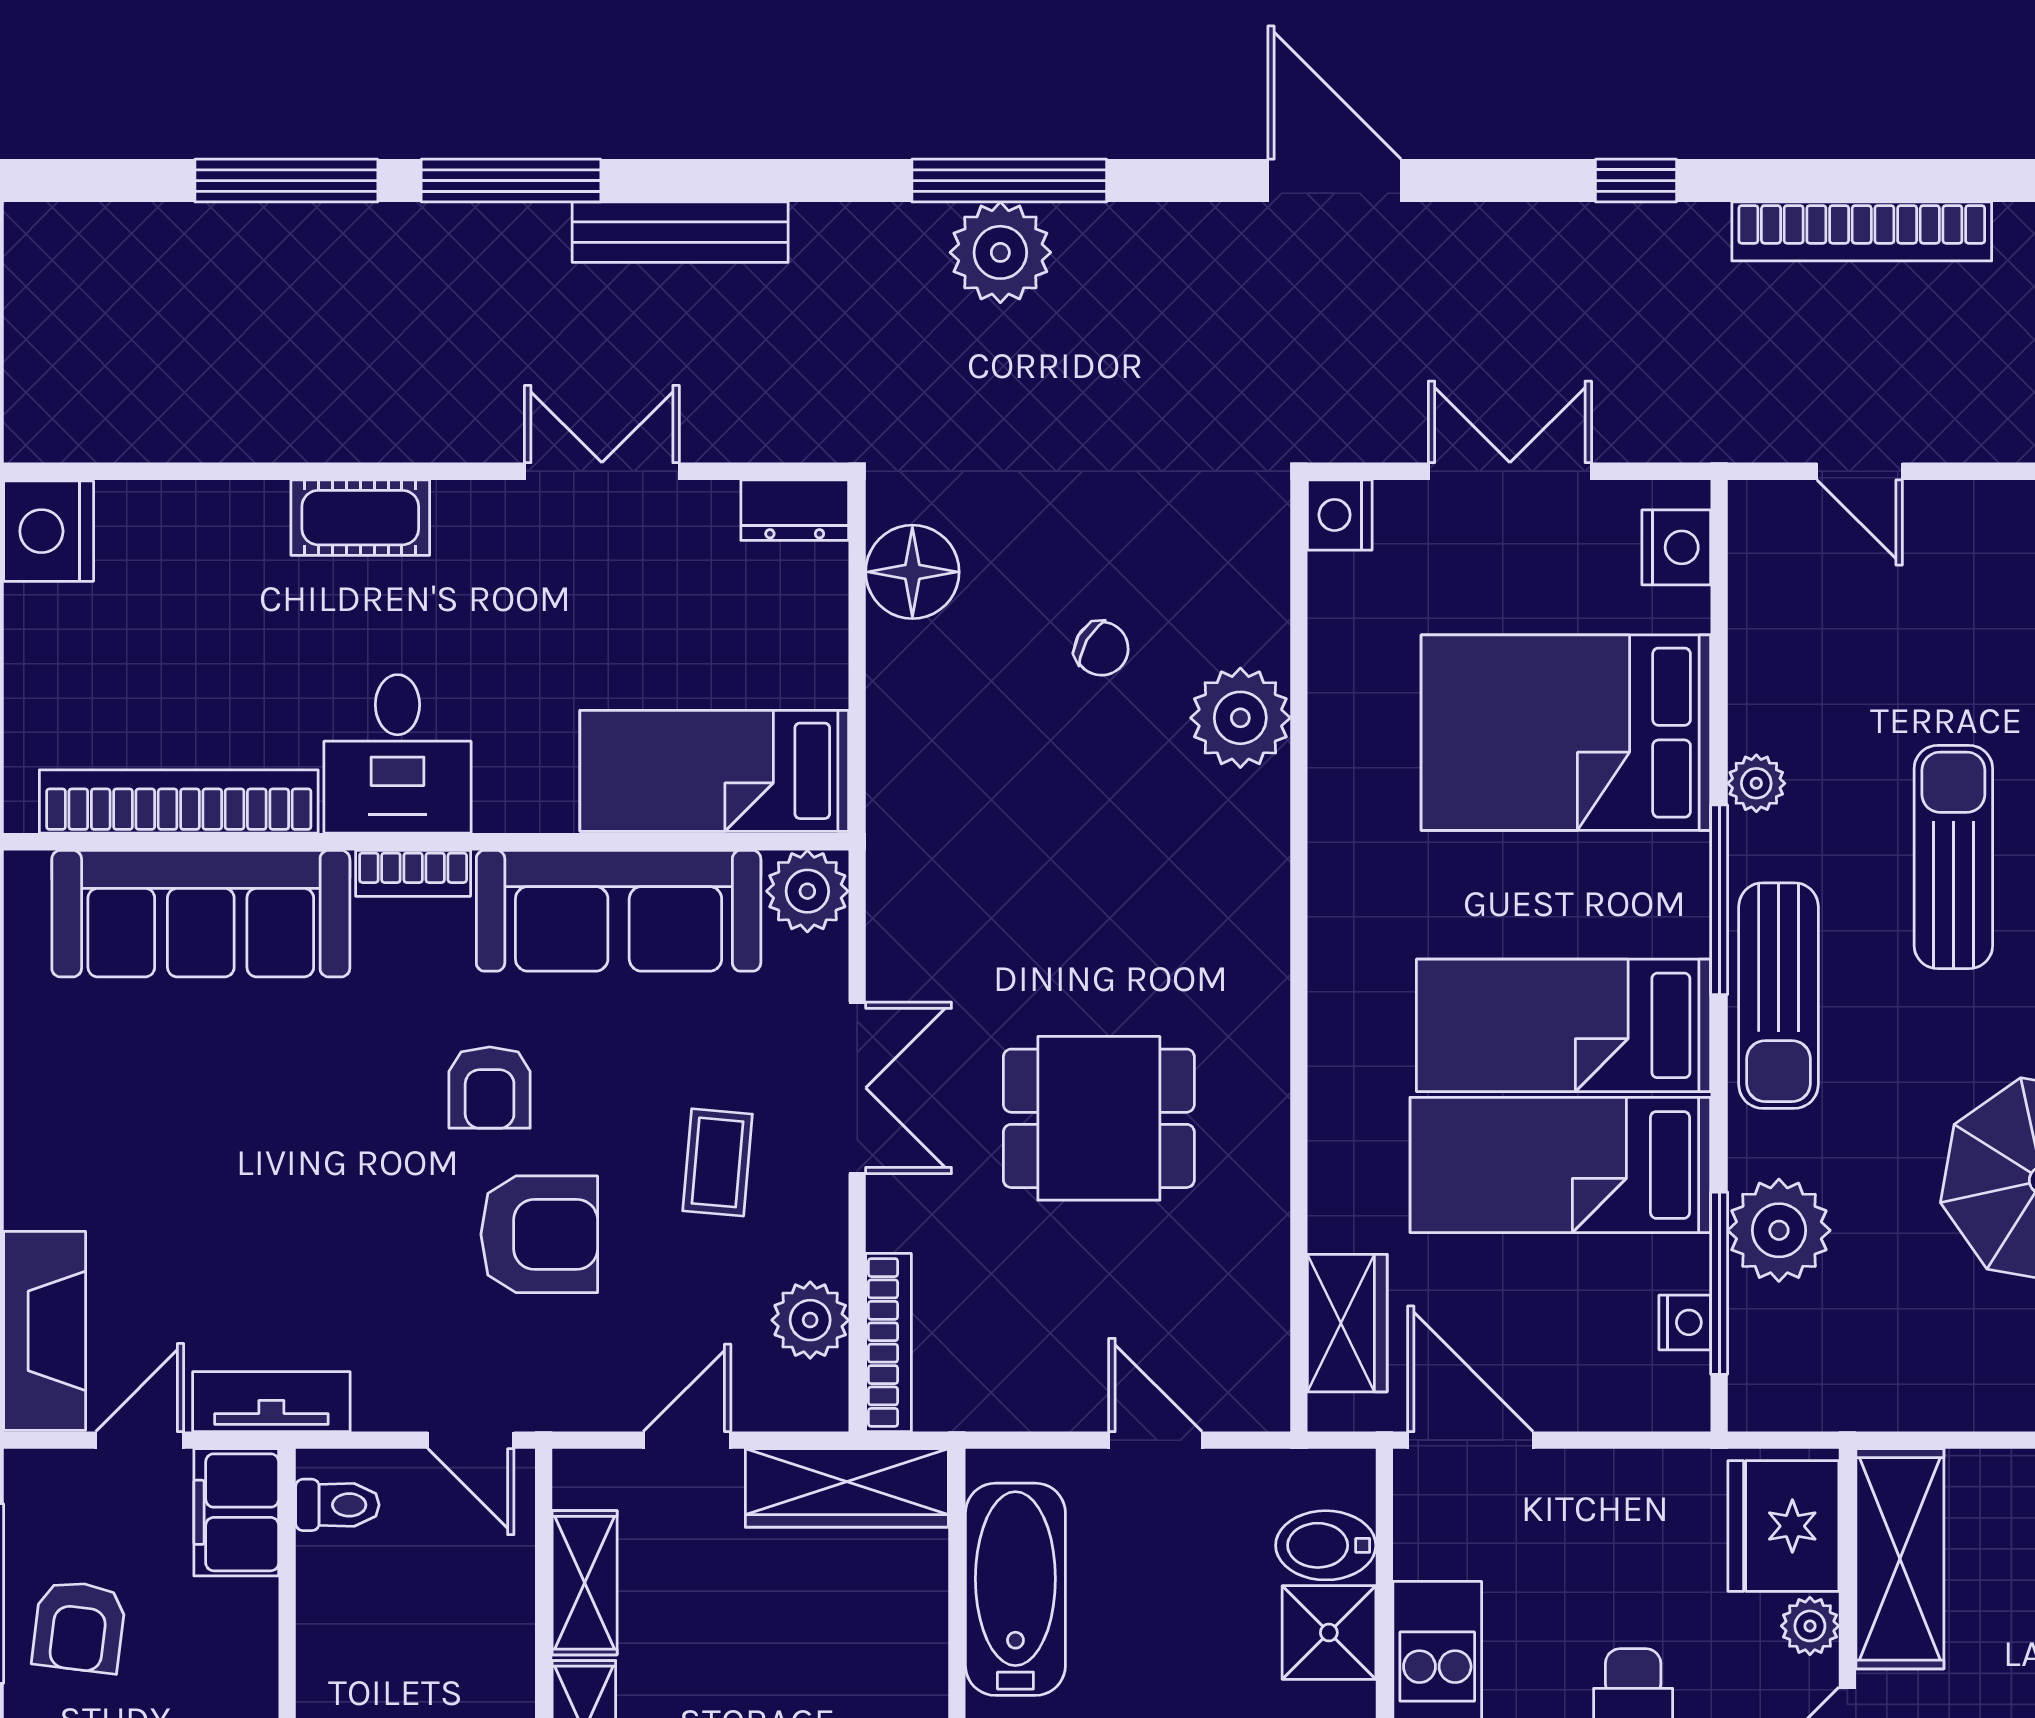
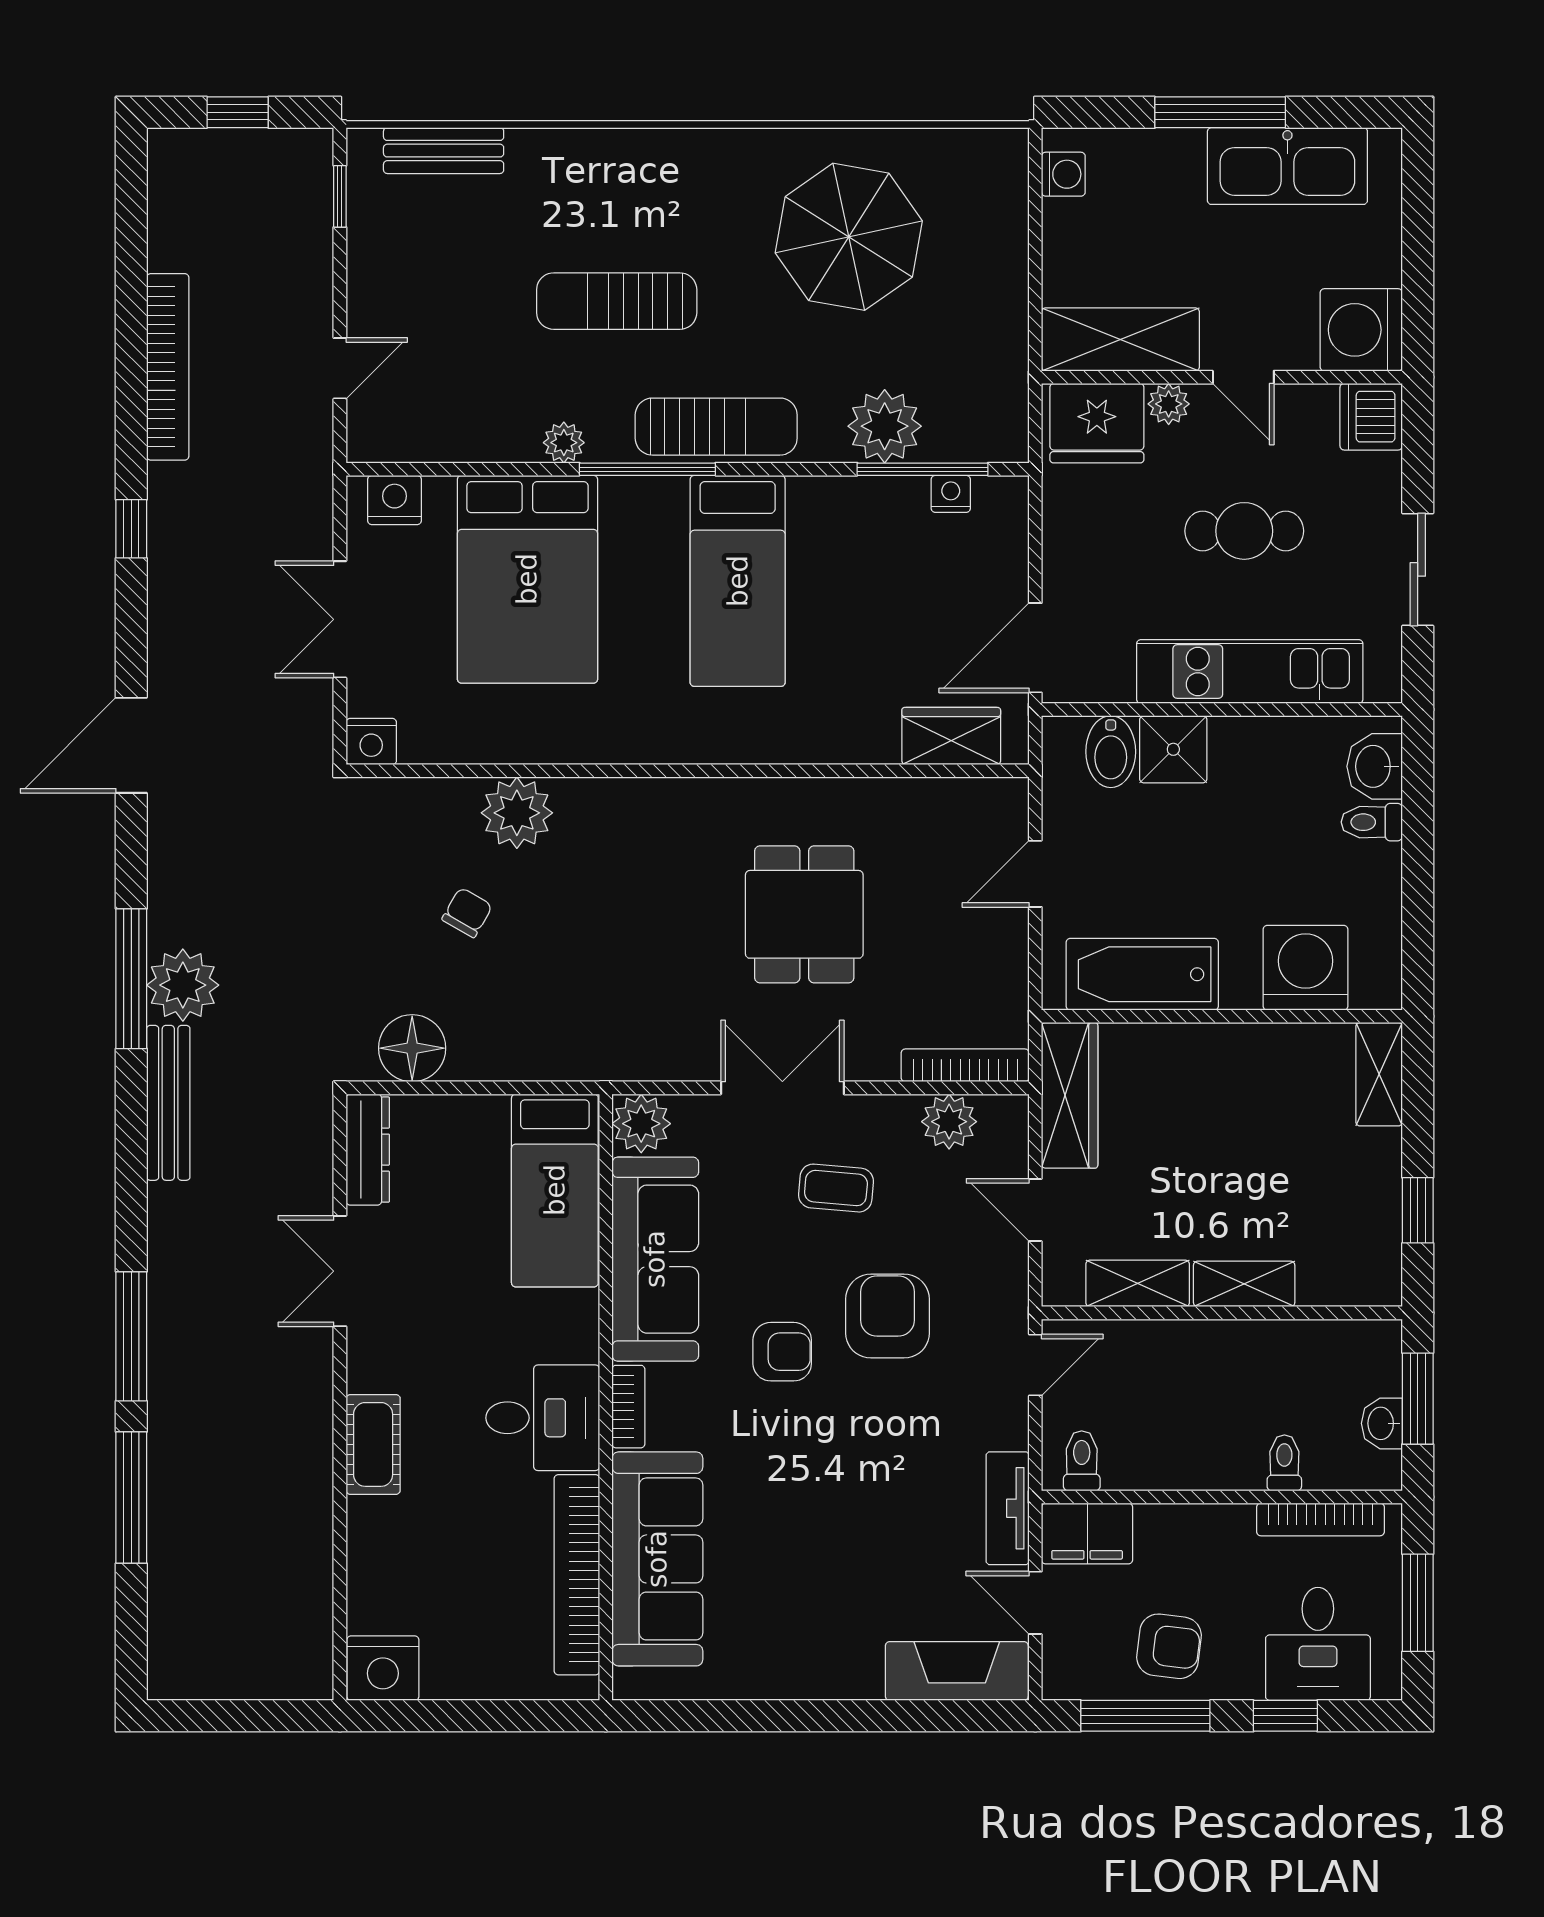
bench: (680, 232) -> (168, 1103), moved
dresser: (795, 510) -> (368, 1150), width x1.44
bed: (1560, 1165) -> (838, 583), removed

